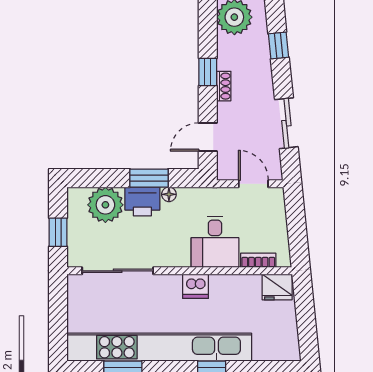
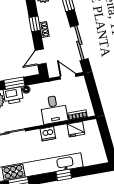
sliding door: (286, 123) -> (79, 43), width x1.37
fridge: (277, 287) -> (76, 129), moved

